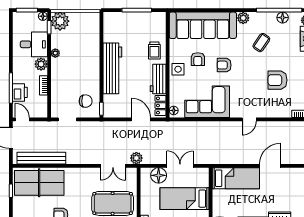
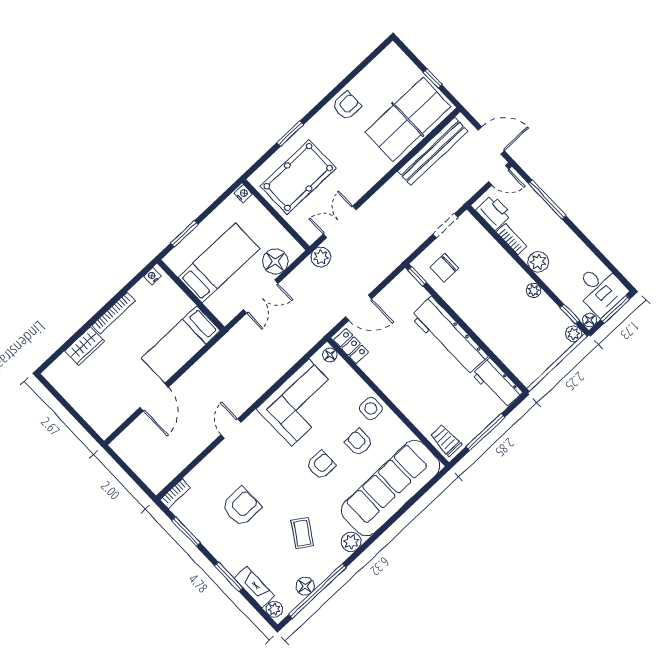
plant: (60, 21) -> (574, 334), width x0.53, depth x0.53
desk: (34, 44) -> (600, 289), moved, turned -90
trolley: (154, 51) -> (446, 440), moved
workbench: (158, 79) -> (497, 383), moved, turned 180
printer: (20, 92) -> (494, 212), moved, turned 180

